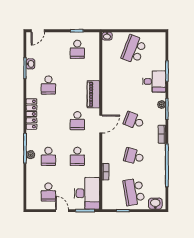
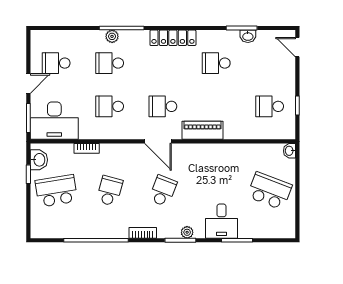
washbasin: (155, 204) -> (39, 160), moved

